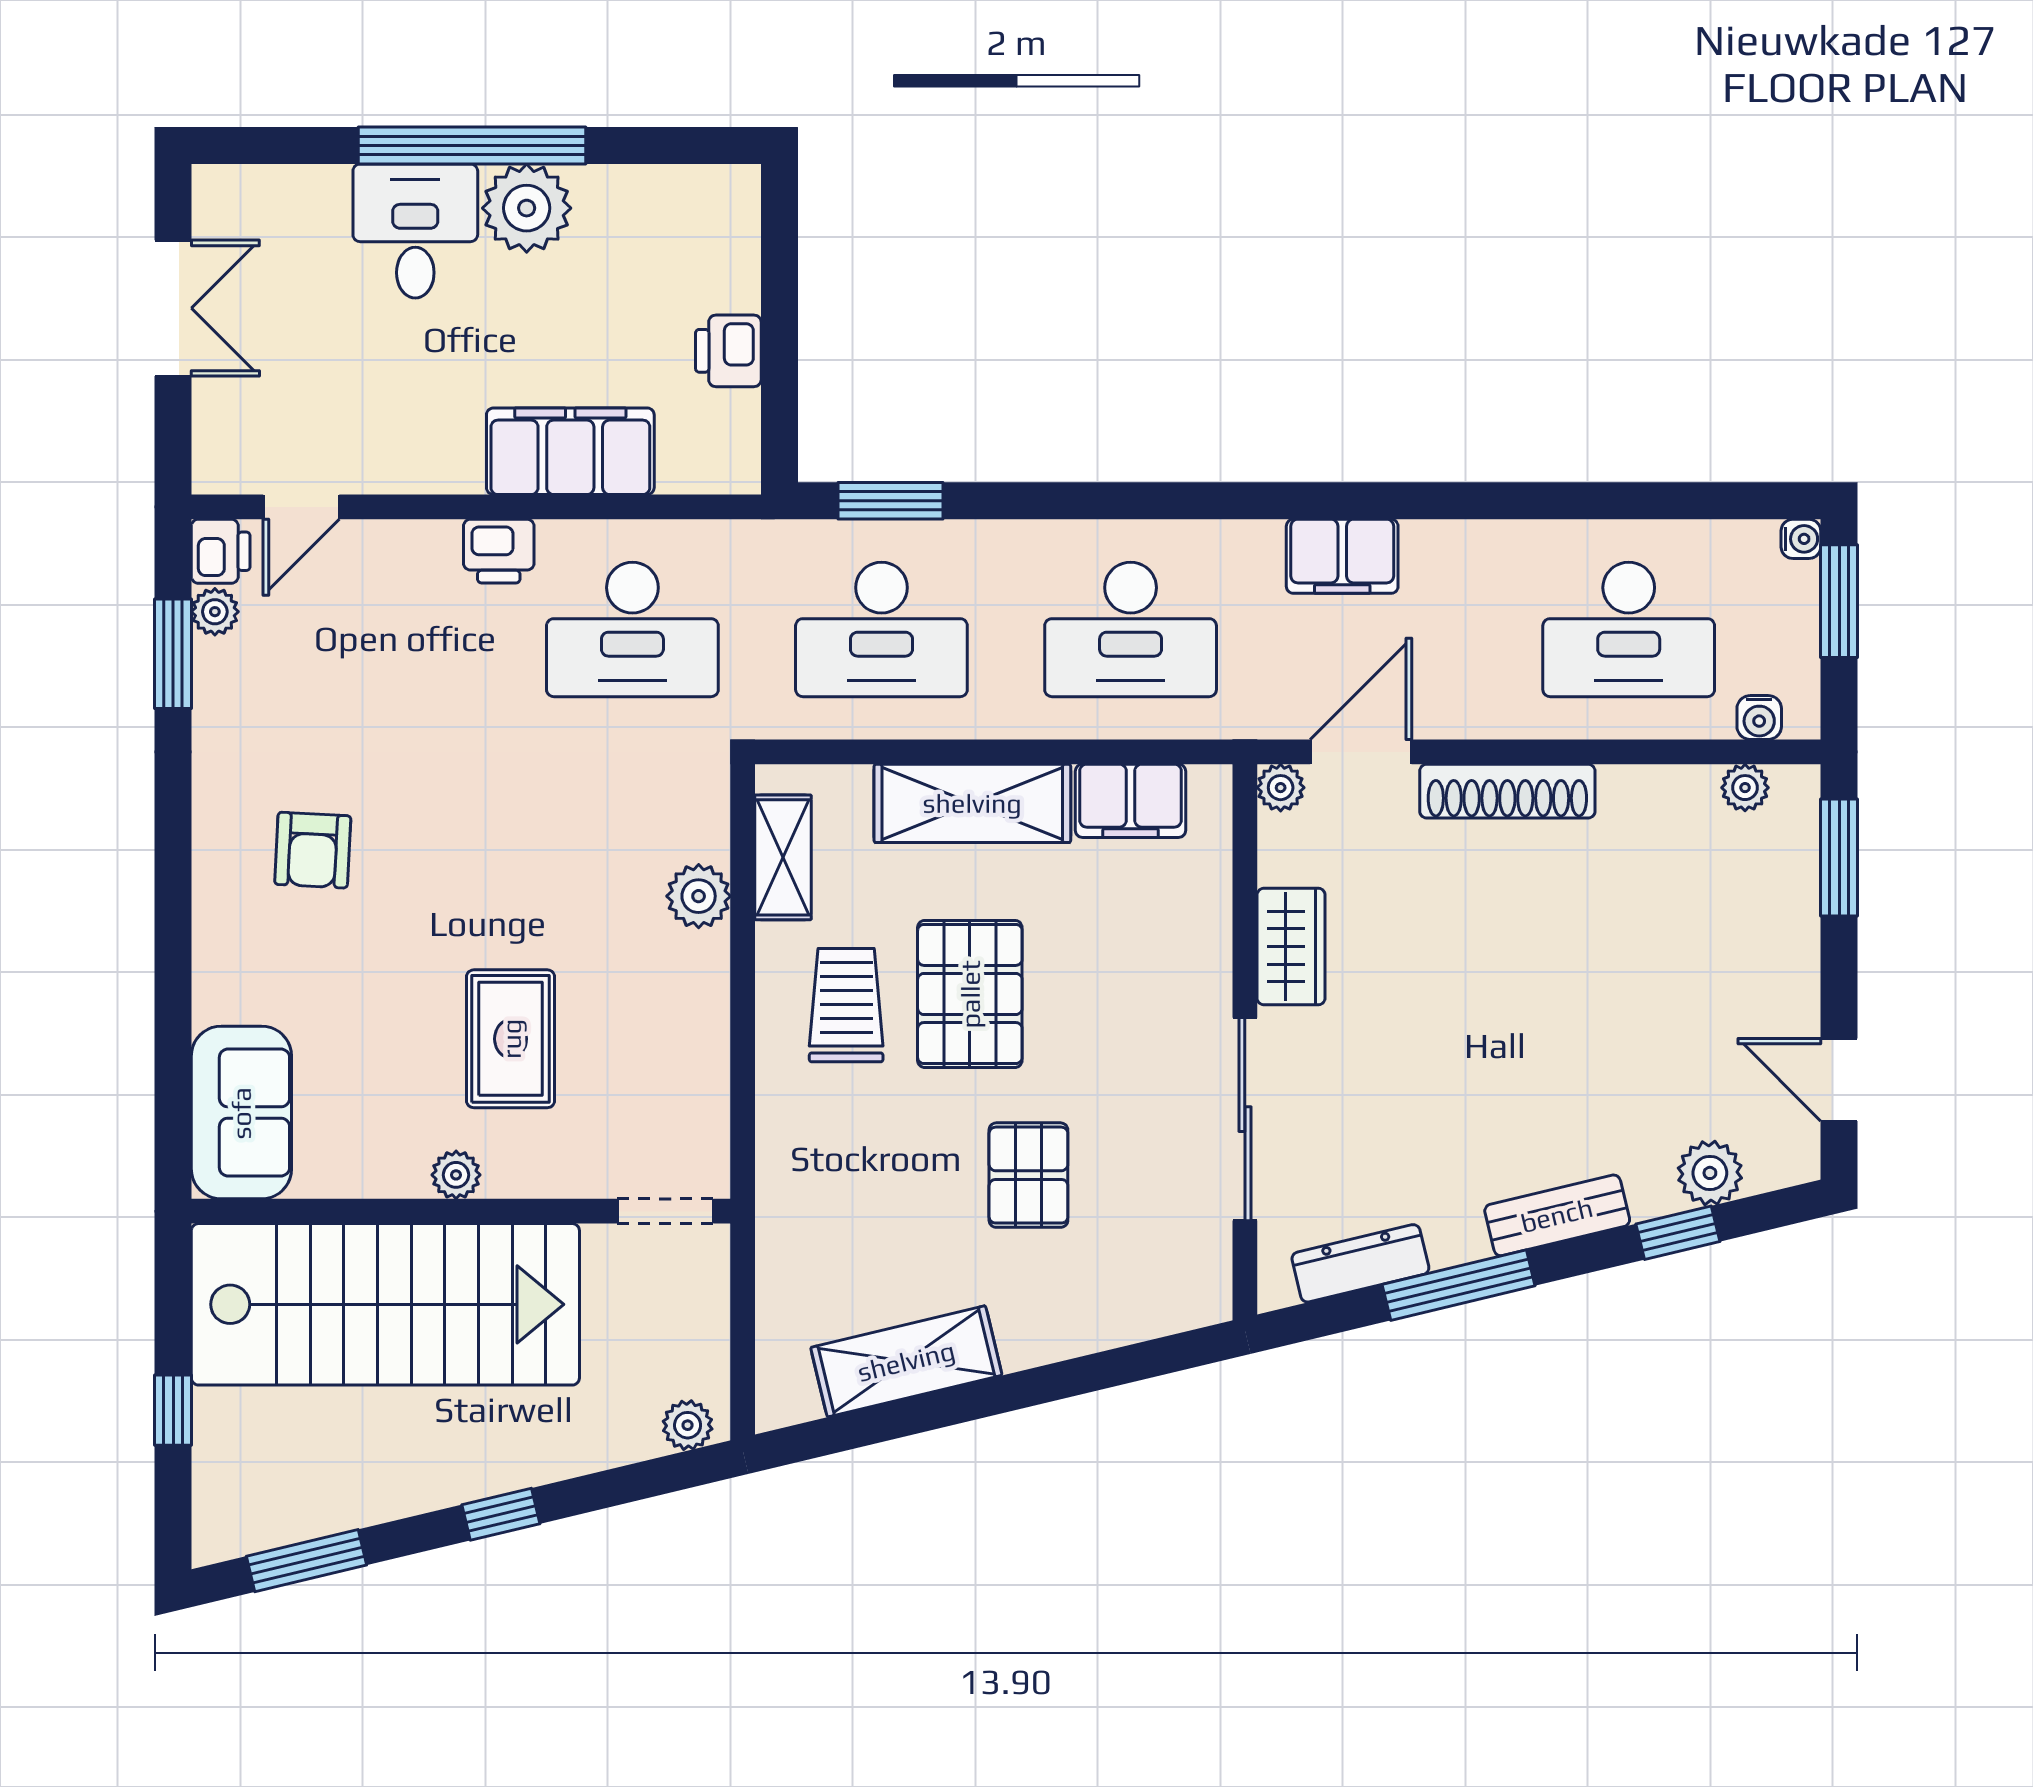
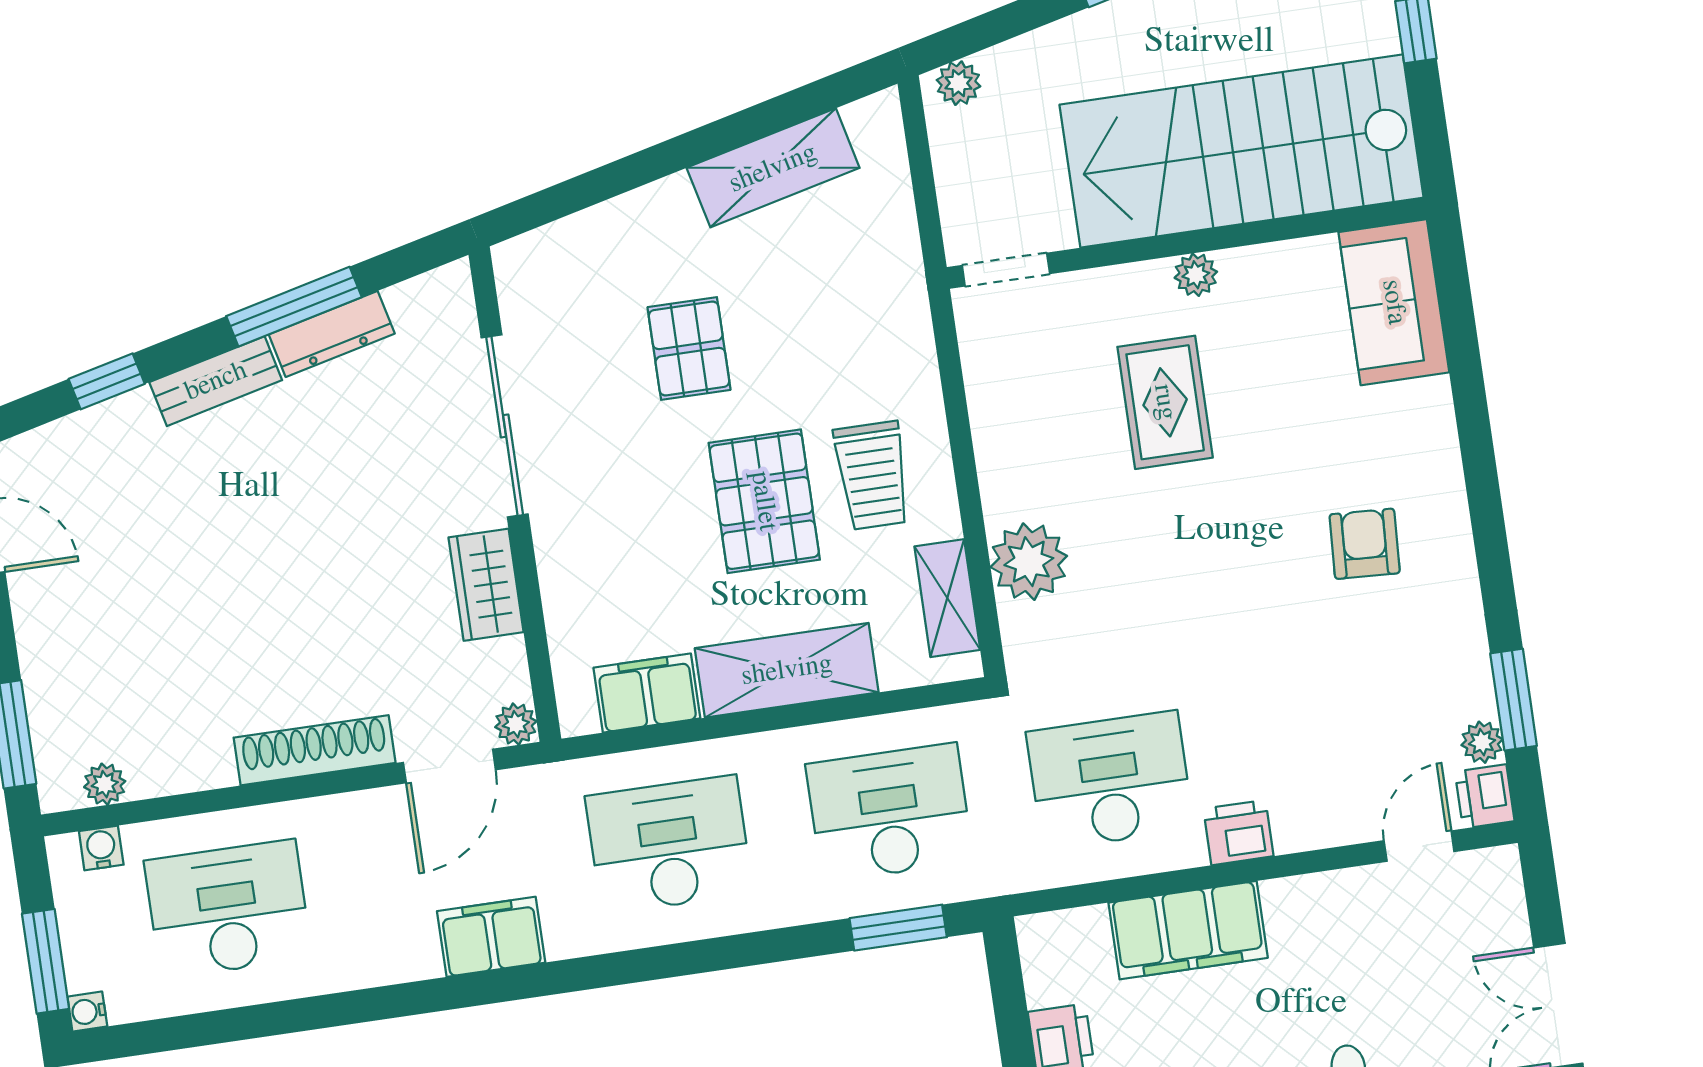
plant: (699, 896) -> (1029, 562), width x1.36, depth x1.36
plant: (1710, 1173) -> (86, 438), removed
dresser: (1360, 1263) -> (332, 334), moved

